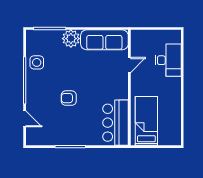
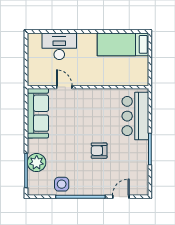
plant: (71, 39) -> (37, 163), moved
armchair: (69, 98) -> (99, 151), turned 90
bed: (146, 121) -> (123, 44), moved
bar counter: (115, 123) -> (135, 116), moved, turned 90

